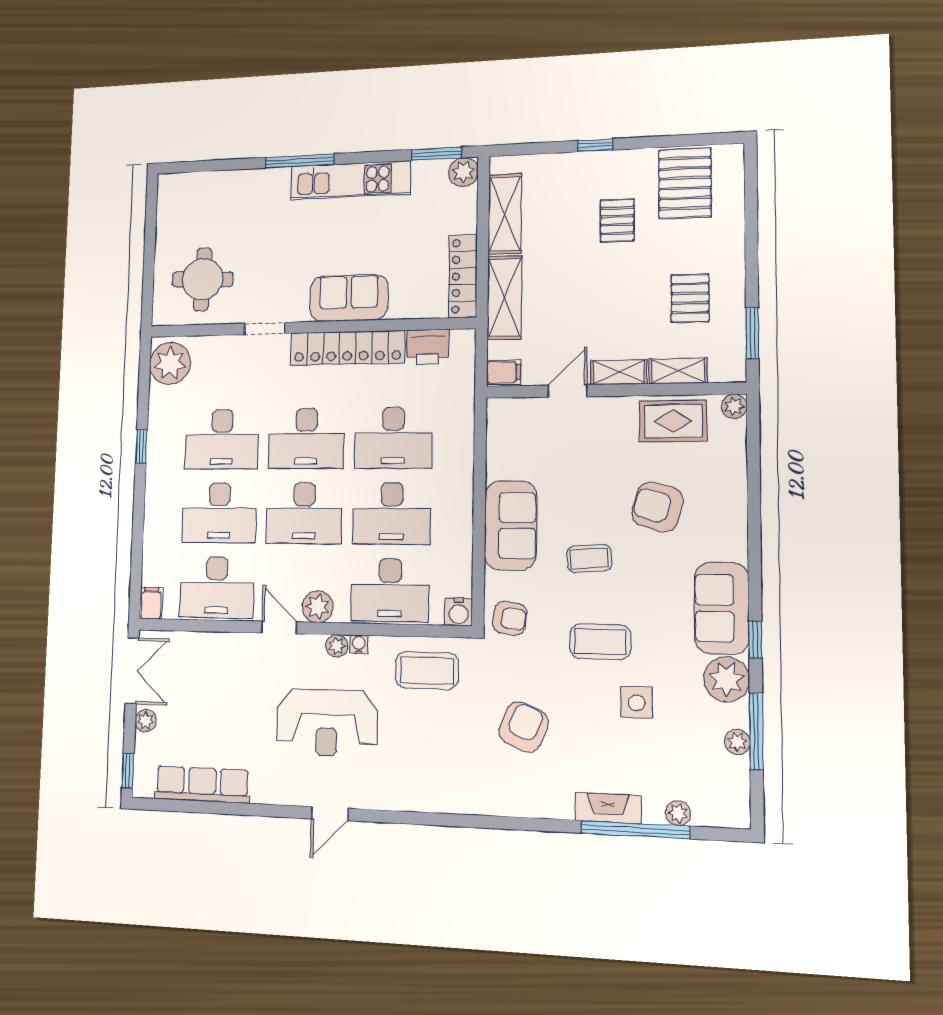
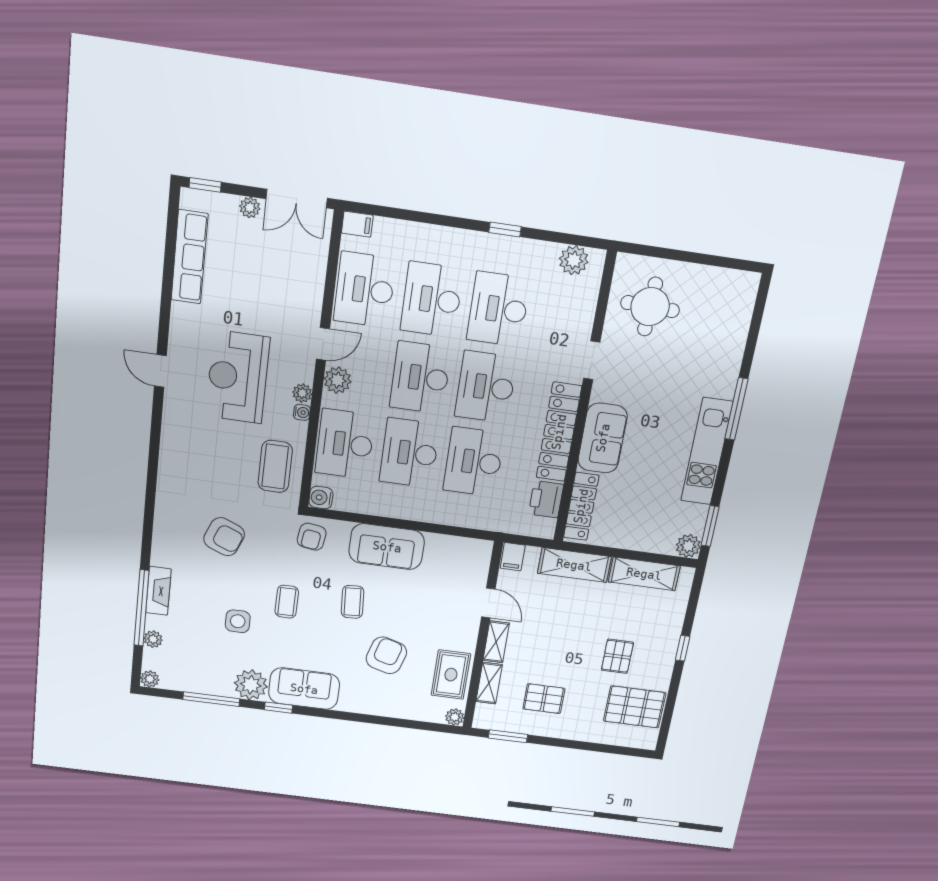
pallet: (617, 220) -> (617, 656), turned 90
locker: (463, 276) -> (581, 506), moved, turned 90
plant: (170, 363) -> (574, 260), width x0.73, depth x0.73
coffee table: (600, 642) -> (287, 602), width x0.73, depth x0.77
plant: (737, 742) -> (150, 679), moved

